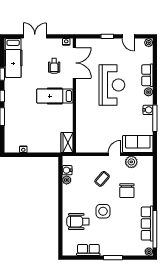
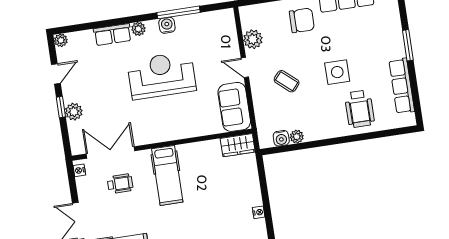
plant: (103, 44) -> (74, 112), added
reception desk: (112, 85) -> (162, 75), moved
sofa: (138, 144) -> (234, 107), moved
chair: (127, 191) -> (302, 20), moved
row of seats: (88, 250) -> (402, 86), width x1.48

